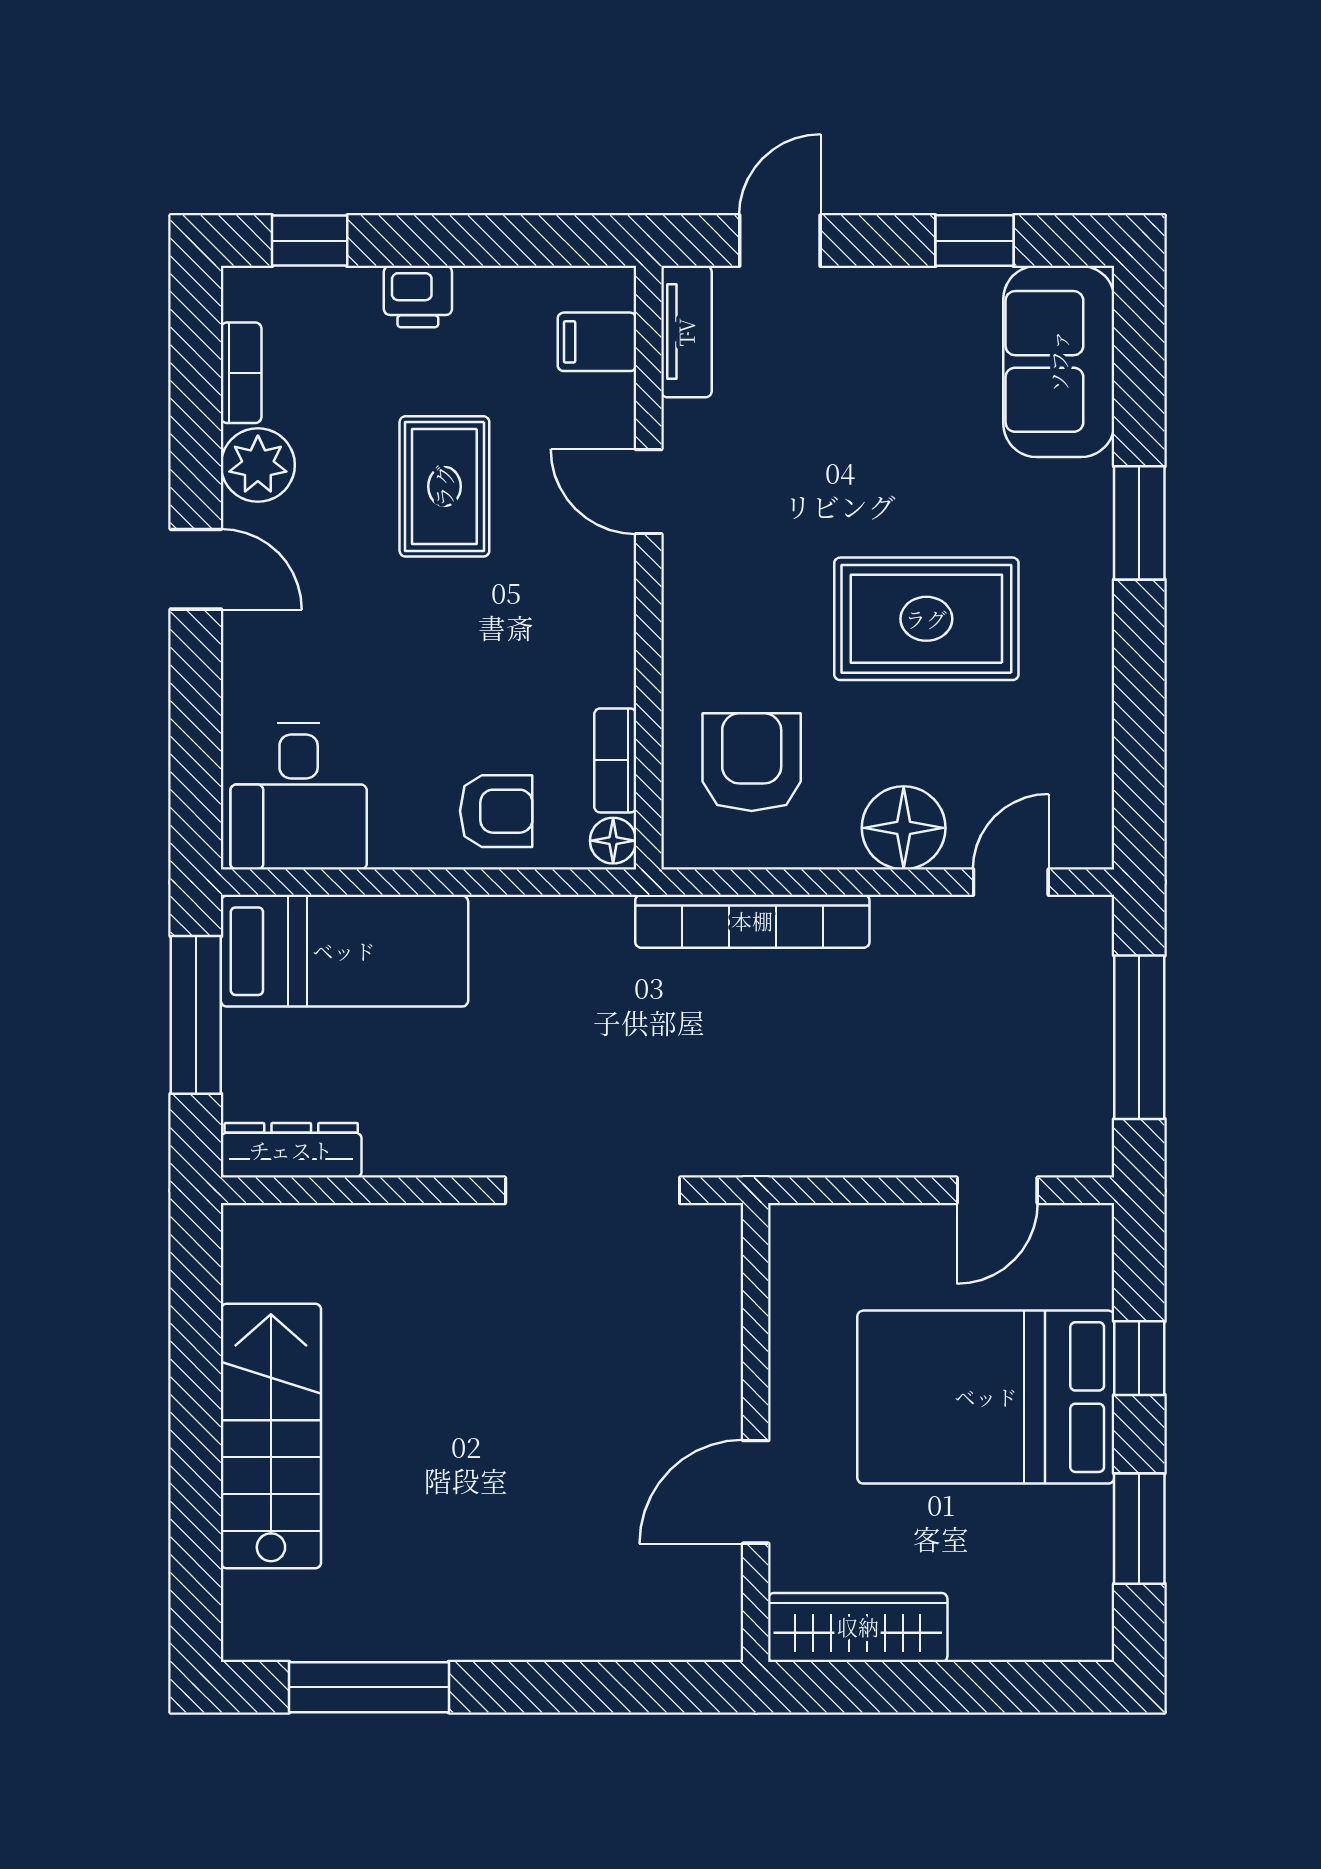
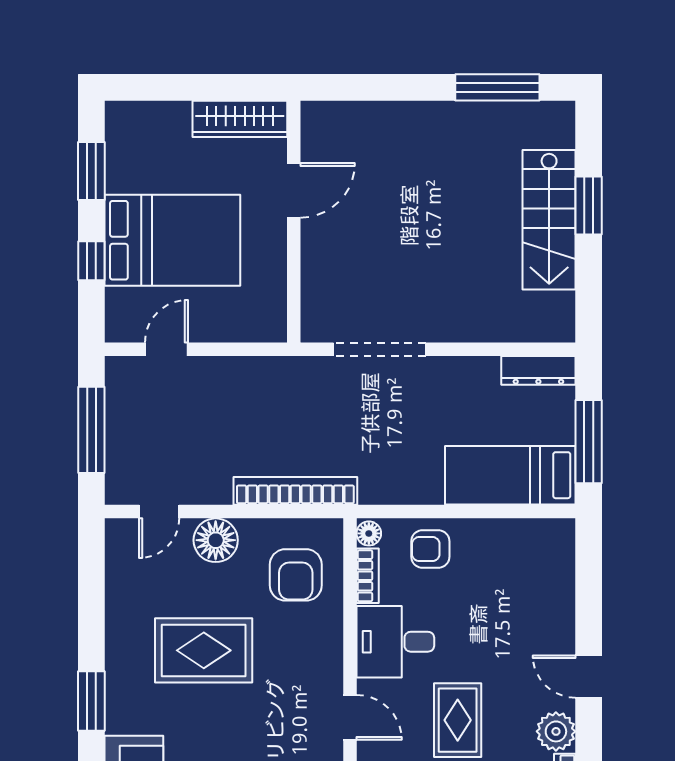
desk: (299, 796) -> (395, 642), moved, turned -90
window: (196, 1463) -> (589, 205), added

